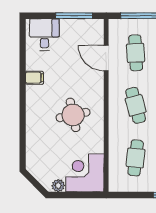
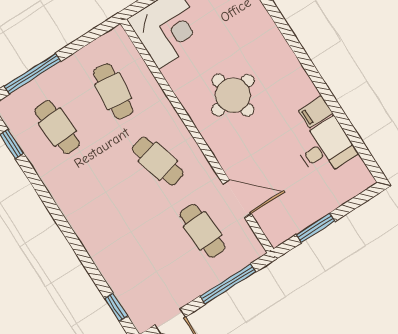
window: (74, 16) -> (316, 228), width x0.69
desk: (44, 35) -> (325, 148), moved, turned -90

